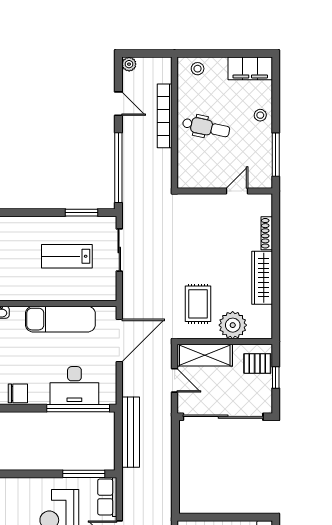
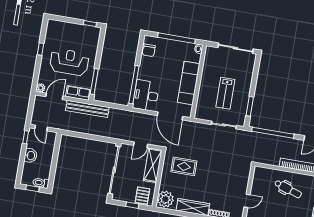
dental chair: (206, 127) -> (288, 189), turned -83
door: (237, 191) -> (247, 201), hinge flipped
lab bench: (67, 256) -> (225, 93), turned 180
plant: (233, 325) -> (165, 199), moved
desk: (74, 386) -> (146, 95), moved
bench: (131, 432) -> (87, 109), moved

